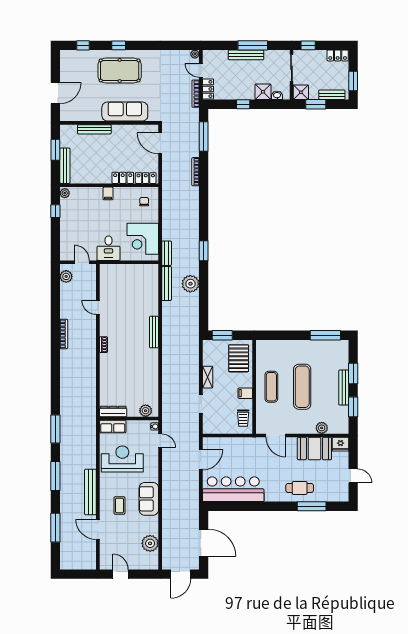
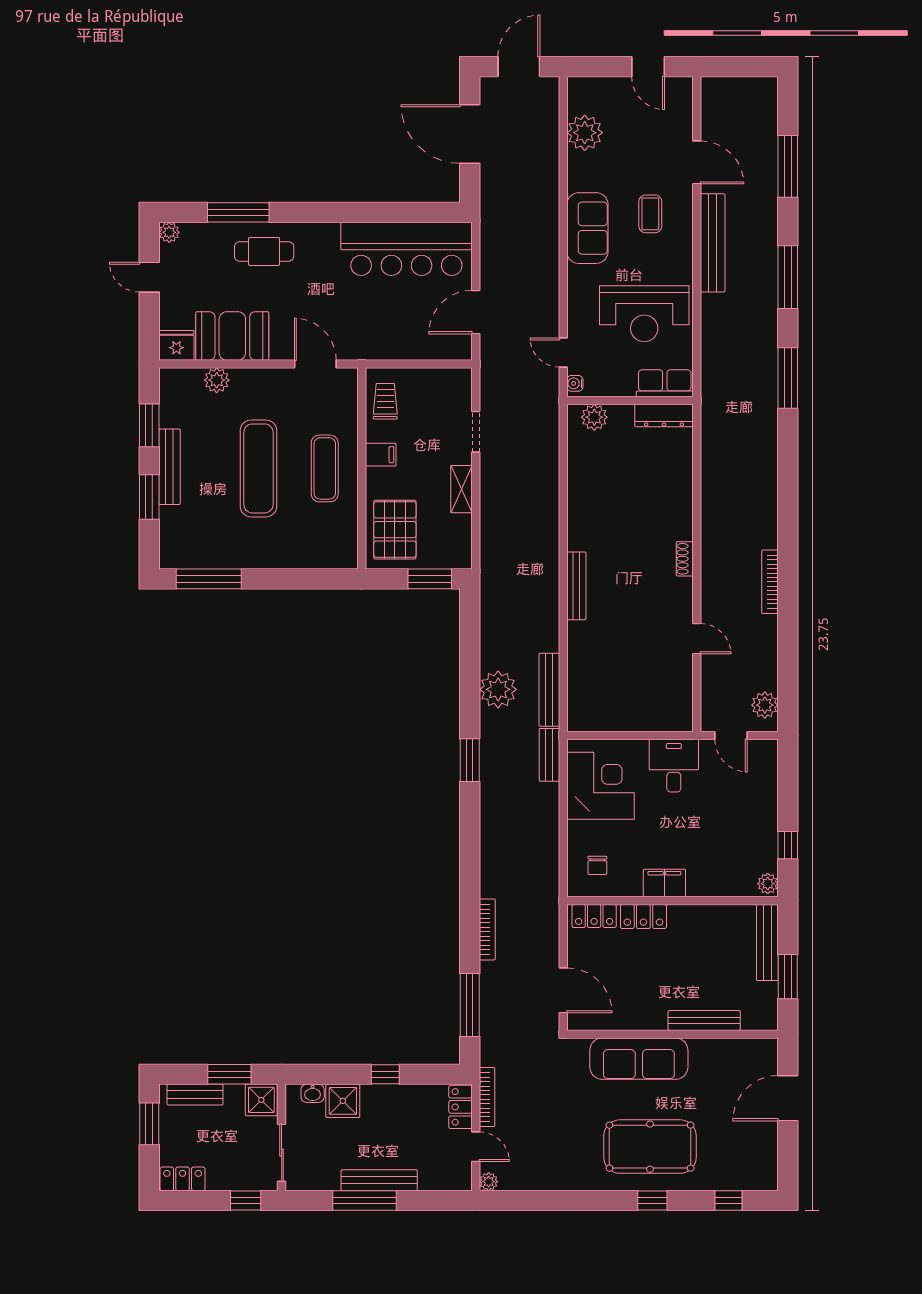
filing cabinet: (108, 193) -> (664, 883), width x2.00
plant: (344, 497) -> (169, 232), added

